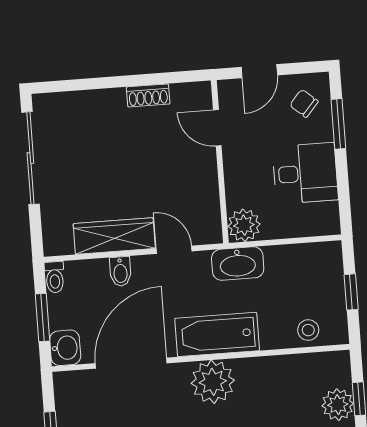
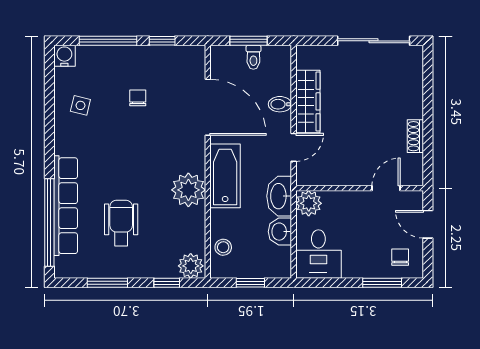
chair: (304, 103) -> (400, 257), turned -41
desk: (305, 173) -> (318, 254), moved
toilet: (55, 277) -> (253, 57), moved, turned -90
washbasin: (65, 348) -> (280, 232), moved, turned 90
plant: (213, 382) -> (188, 190), moved
plant: (338, 405) -> (191, 266), moved

